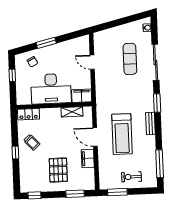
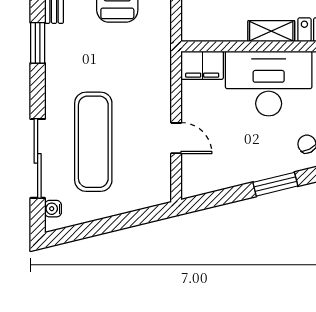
exercise mat: (130, 59) -> (93, 142), width x1.36, depth x1.45
sliding door: (155, 62) -> (38, 158), moved
shelving: (72, 112) -> (271, 31), moved

